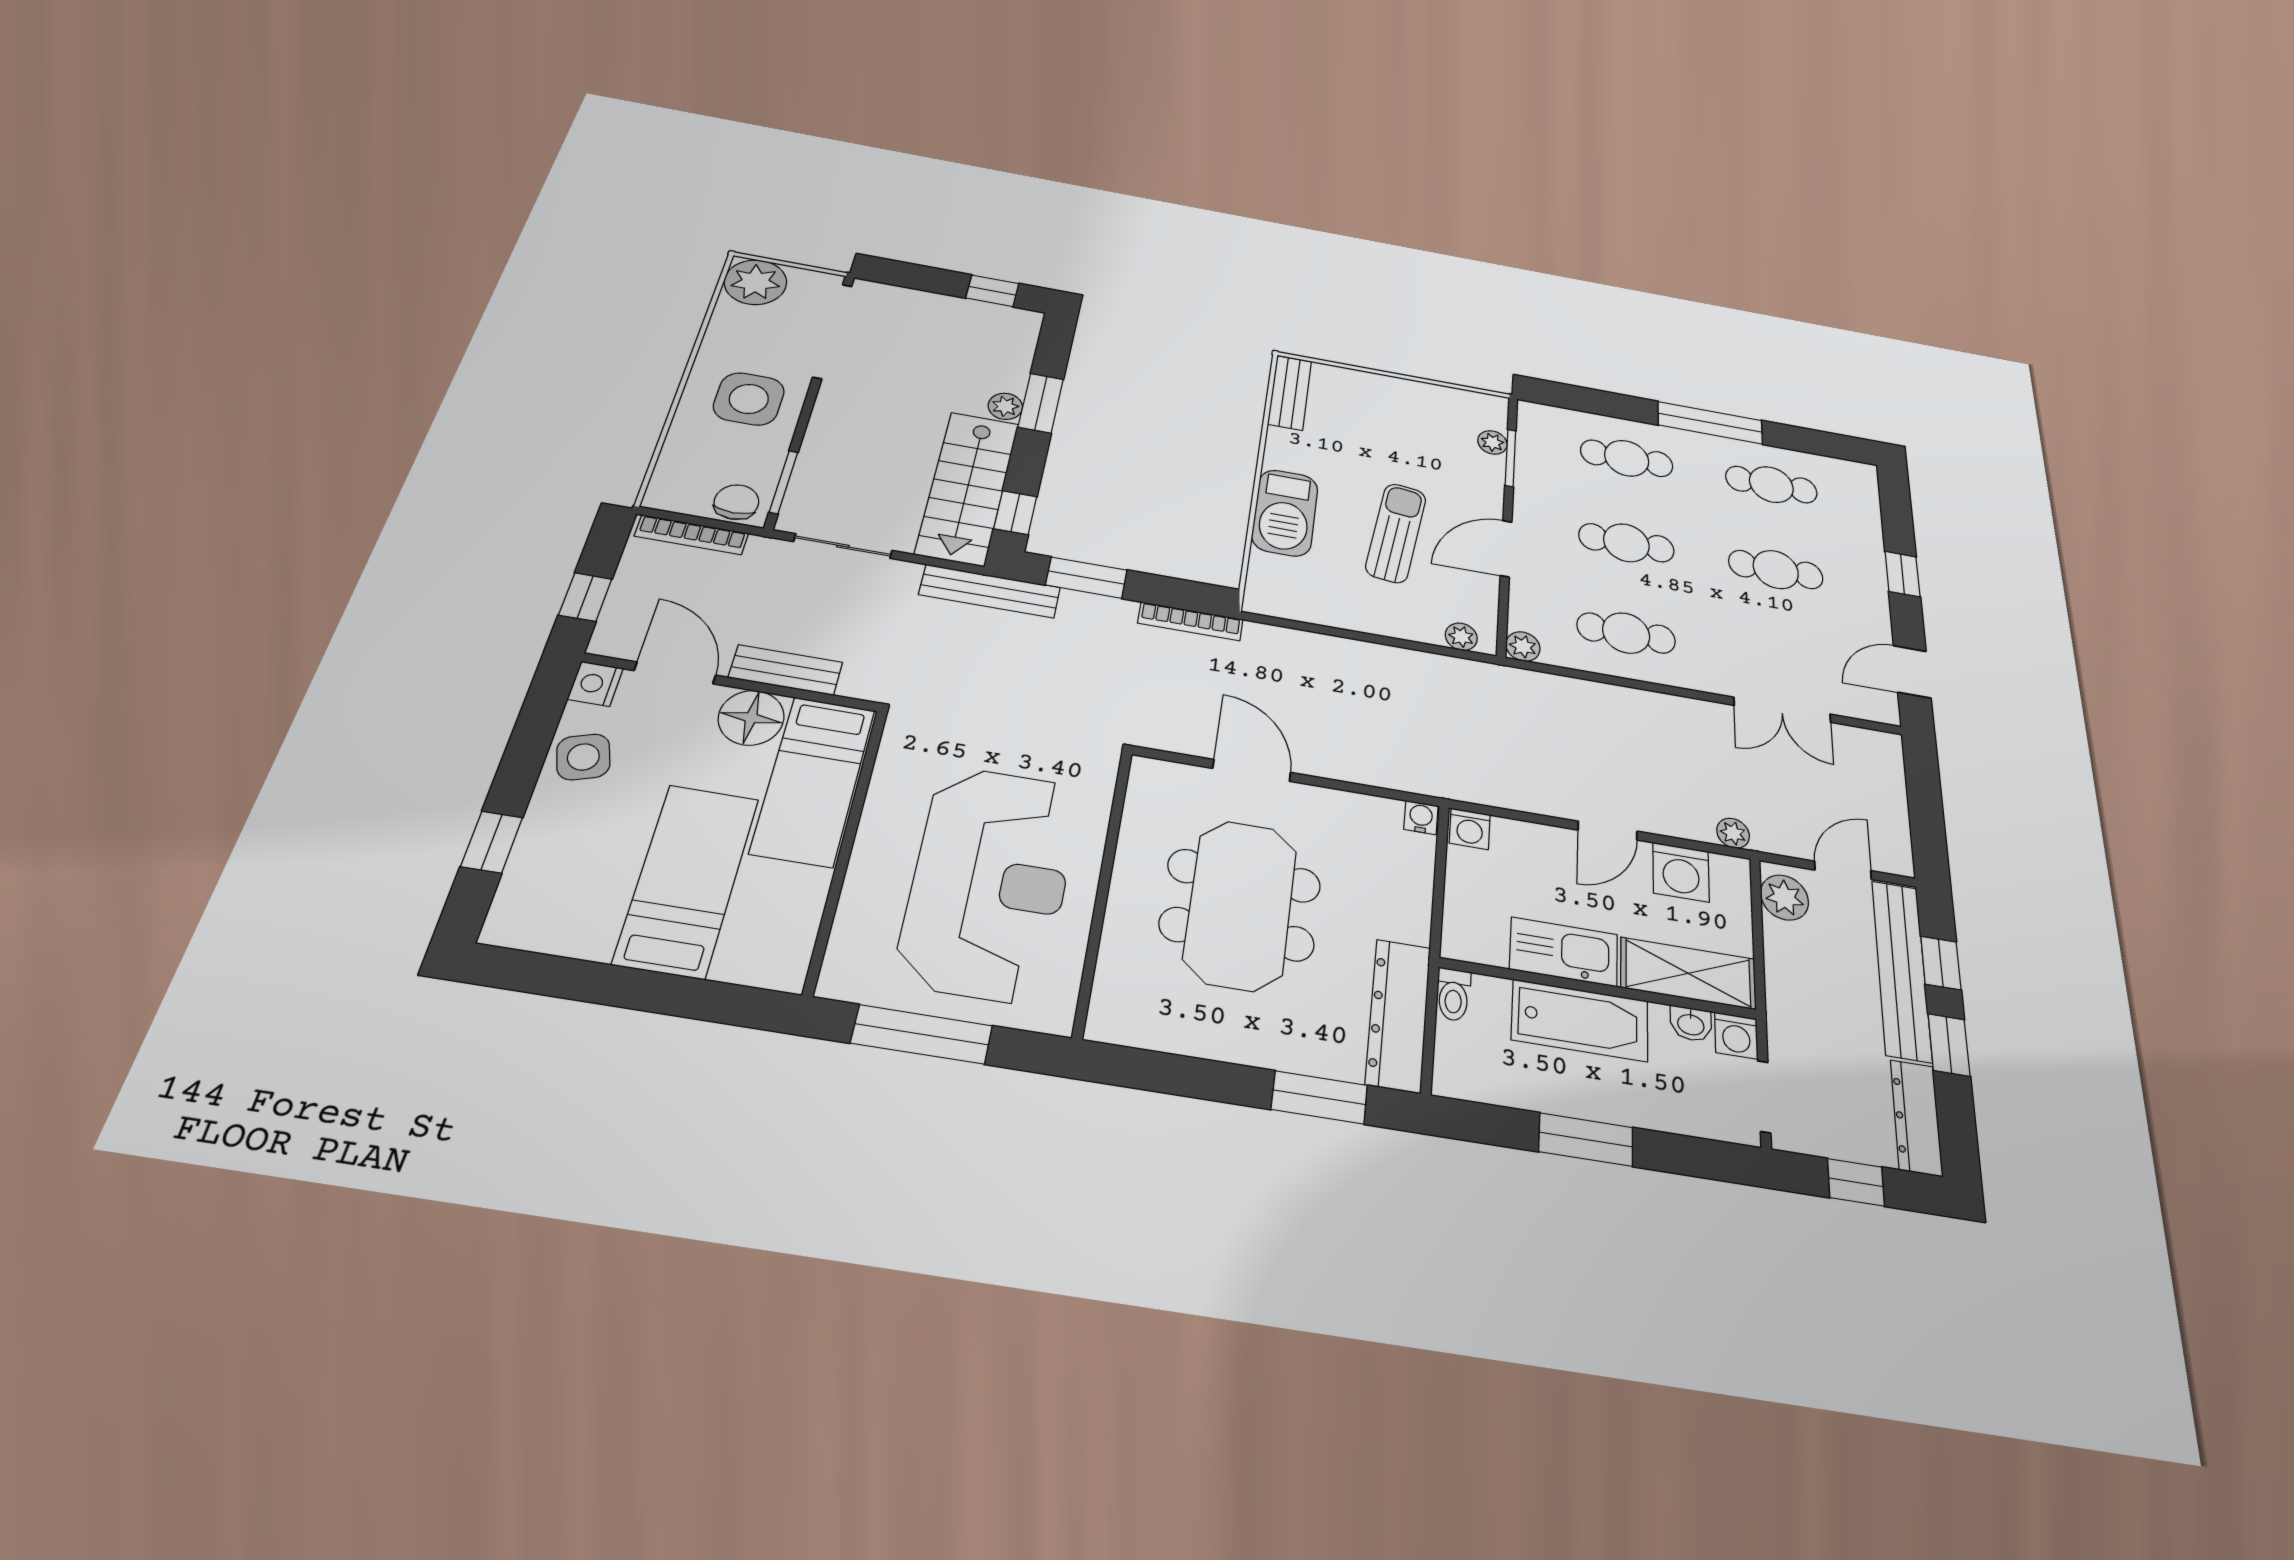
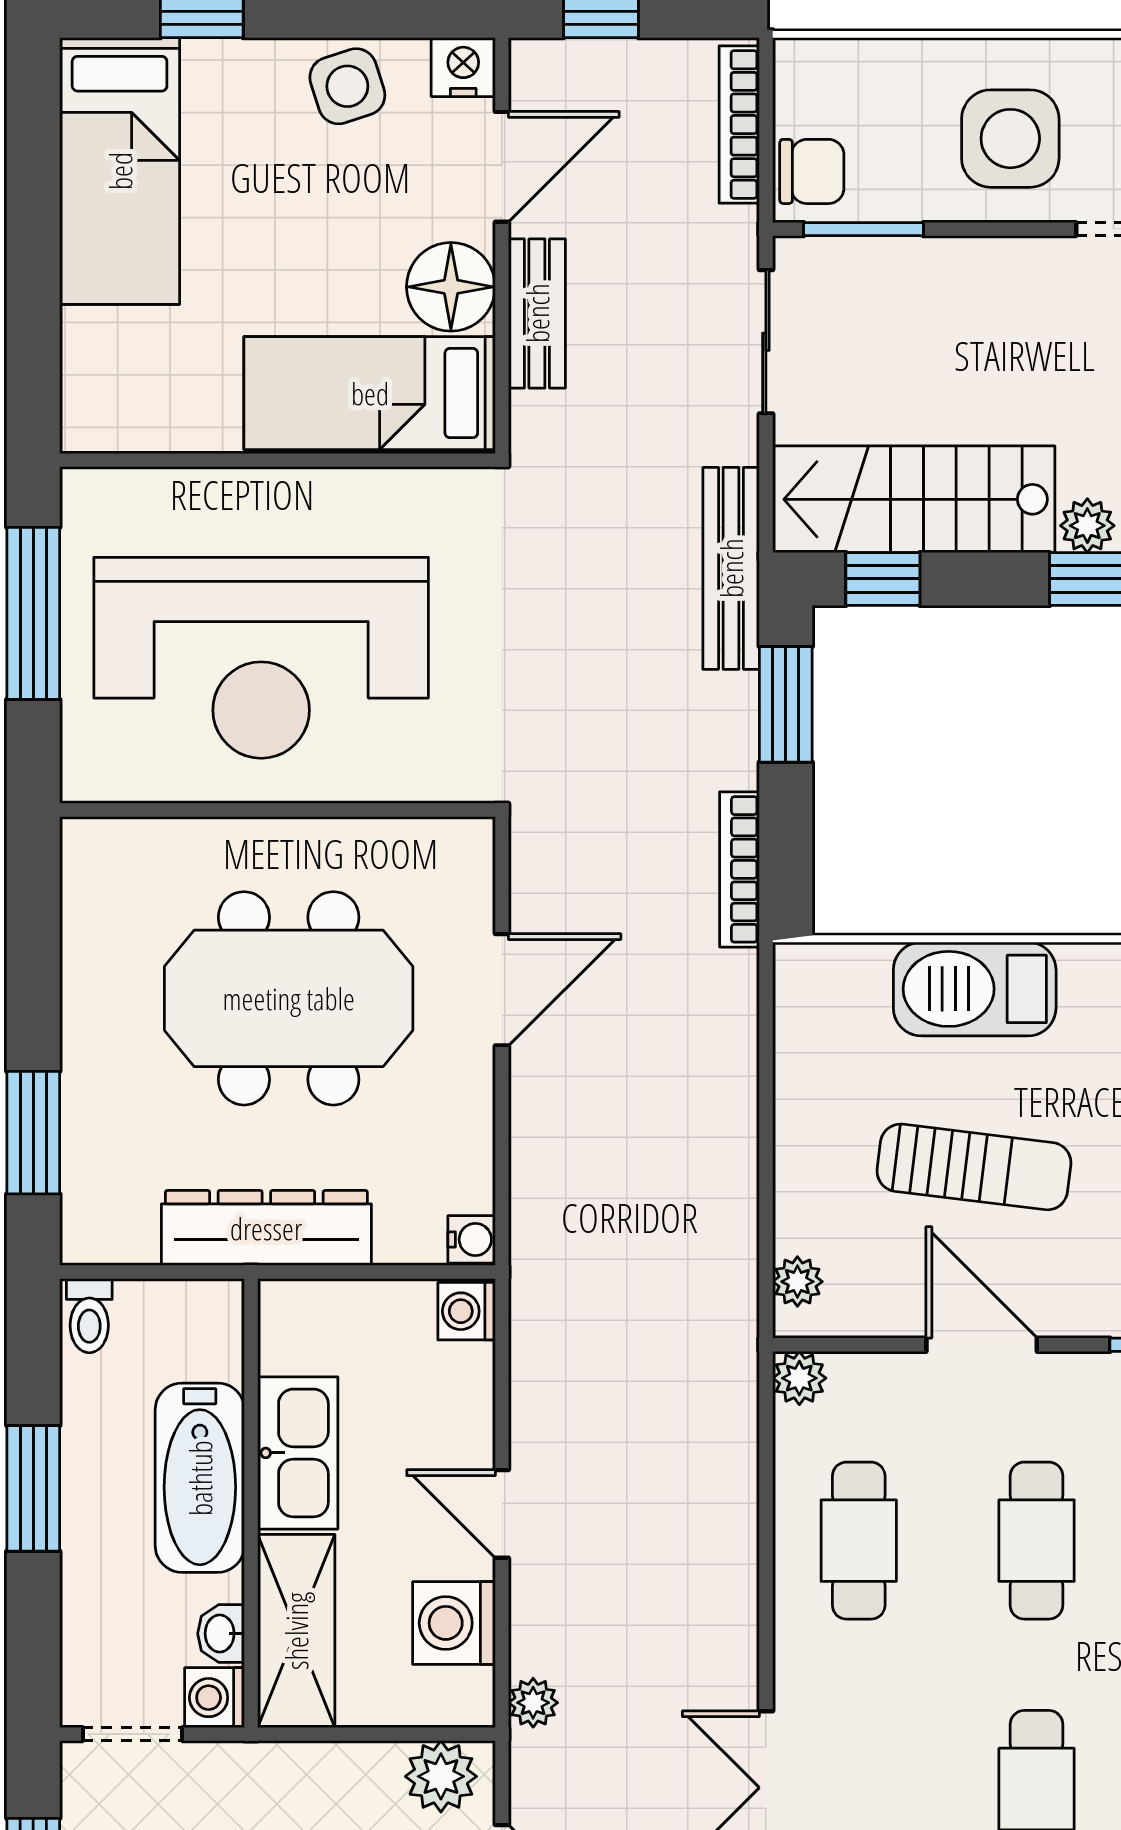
bed: (687, 880) -> (120, 171), moved, turned 90
toilet: (1454, 994) -> (89, 1316), moved, turned -90
dresser: (1398, 1015) -> (266, 1228), moved

